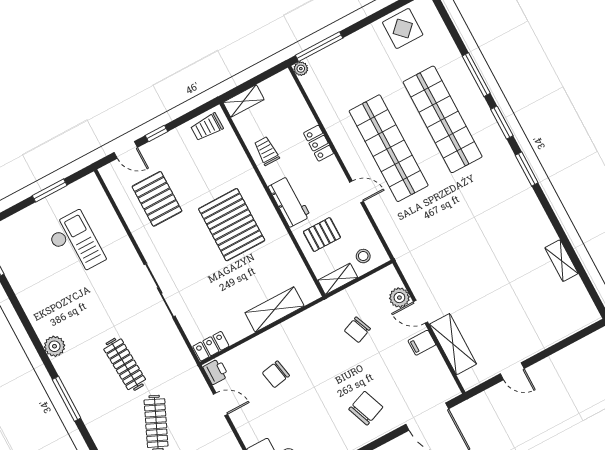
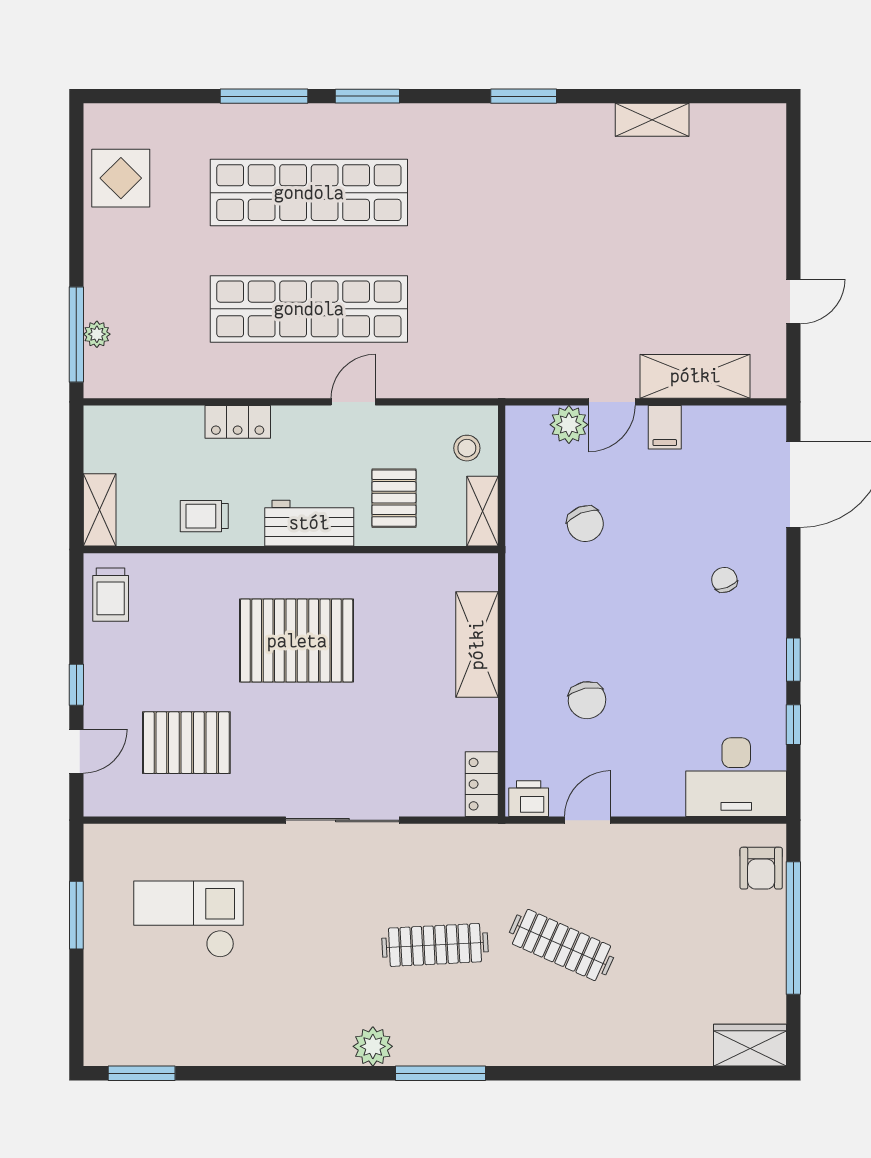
plant: (301, 69) -> (97, 334), moved
window: (527, 169) -> (524, 96), moved
plant: (54, 346) -> (373, 1046), moved
chair: (366, 408) -> (724, 580), width x0.54, depth x0.54

